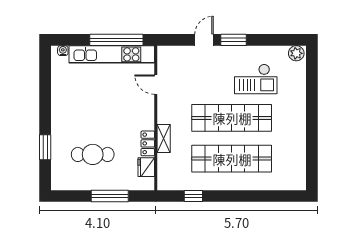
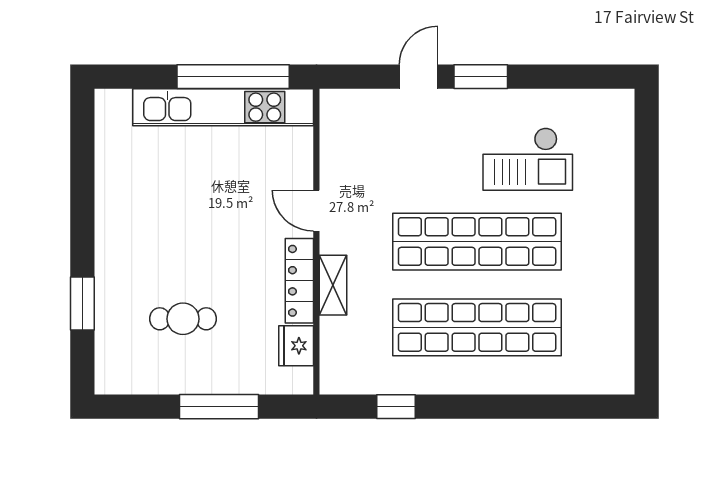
water cooler: (63, 51) -> (120, 99), removed
plant: (296, 53) -> (614, 105), removed
door: (156, 85) -> (316, 211), moved
locker: (148, 143) -> (299, 281), width x1.53
cafe table: (93, 154) -> (183, 319), width x0.73, depth x0.74

